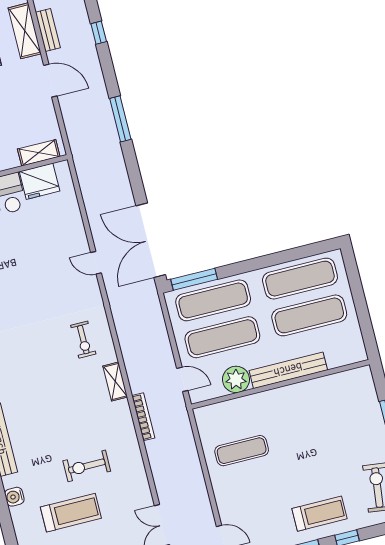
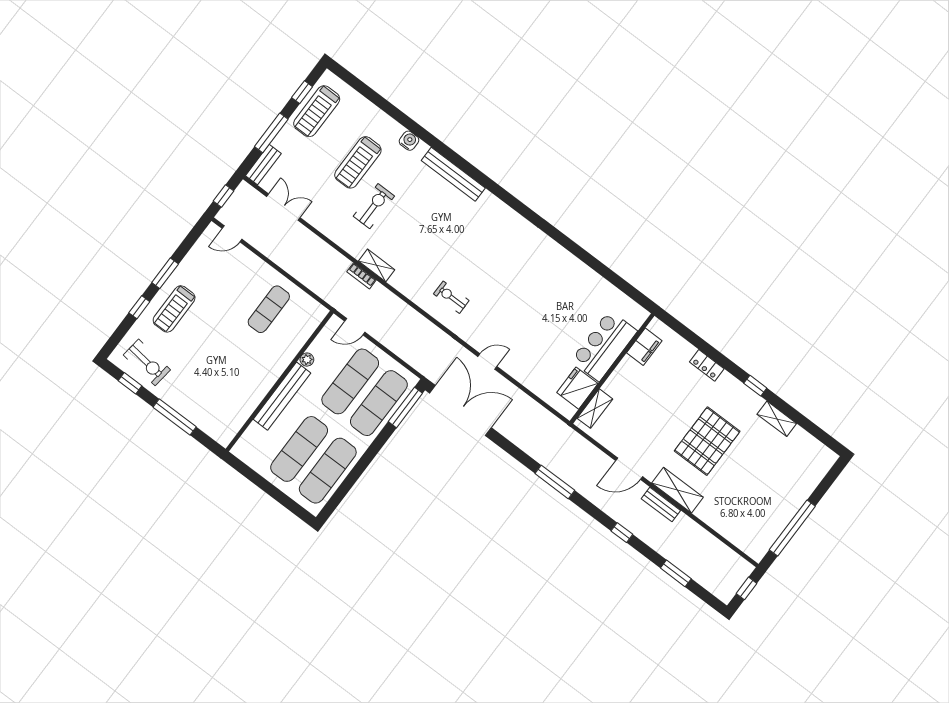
plant: (236, 379) -> (307, 360), width x0.53, depth x0.53
shelving: (115, 381) -> (377, 265), moved
bookcase: (143, 417) -> (361, 276), width x0.64

